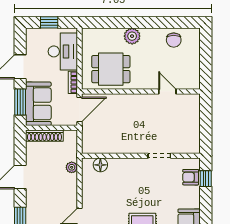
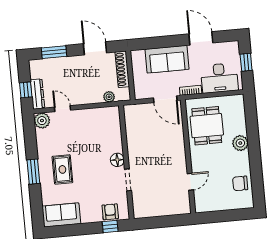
window: (20, 102) -> (167, 42), removed
wall: (52, 128) -> (130, 75), moved
shoe rack: (44, 136) -> (122, 69), moved
floor lamp: (100, 165) -> (117, 160), moved

